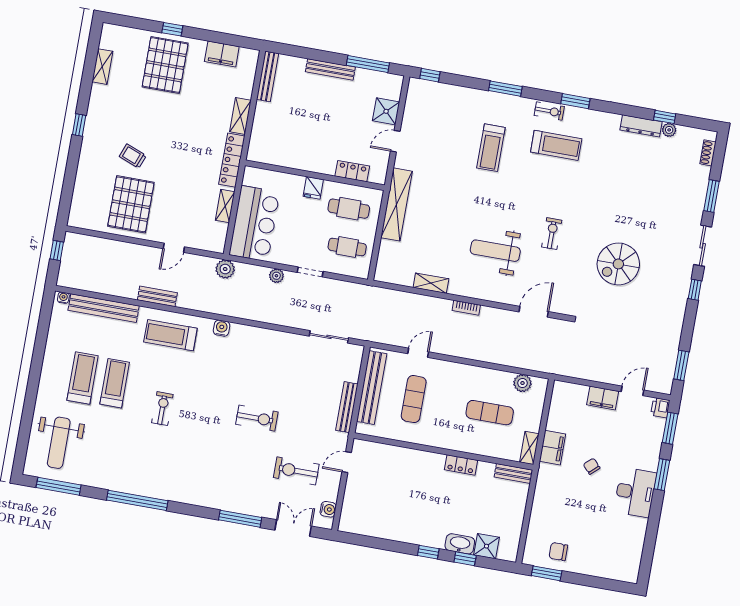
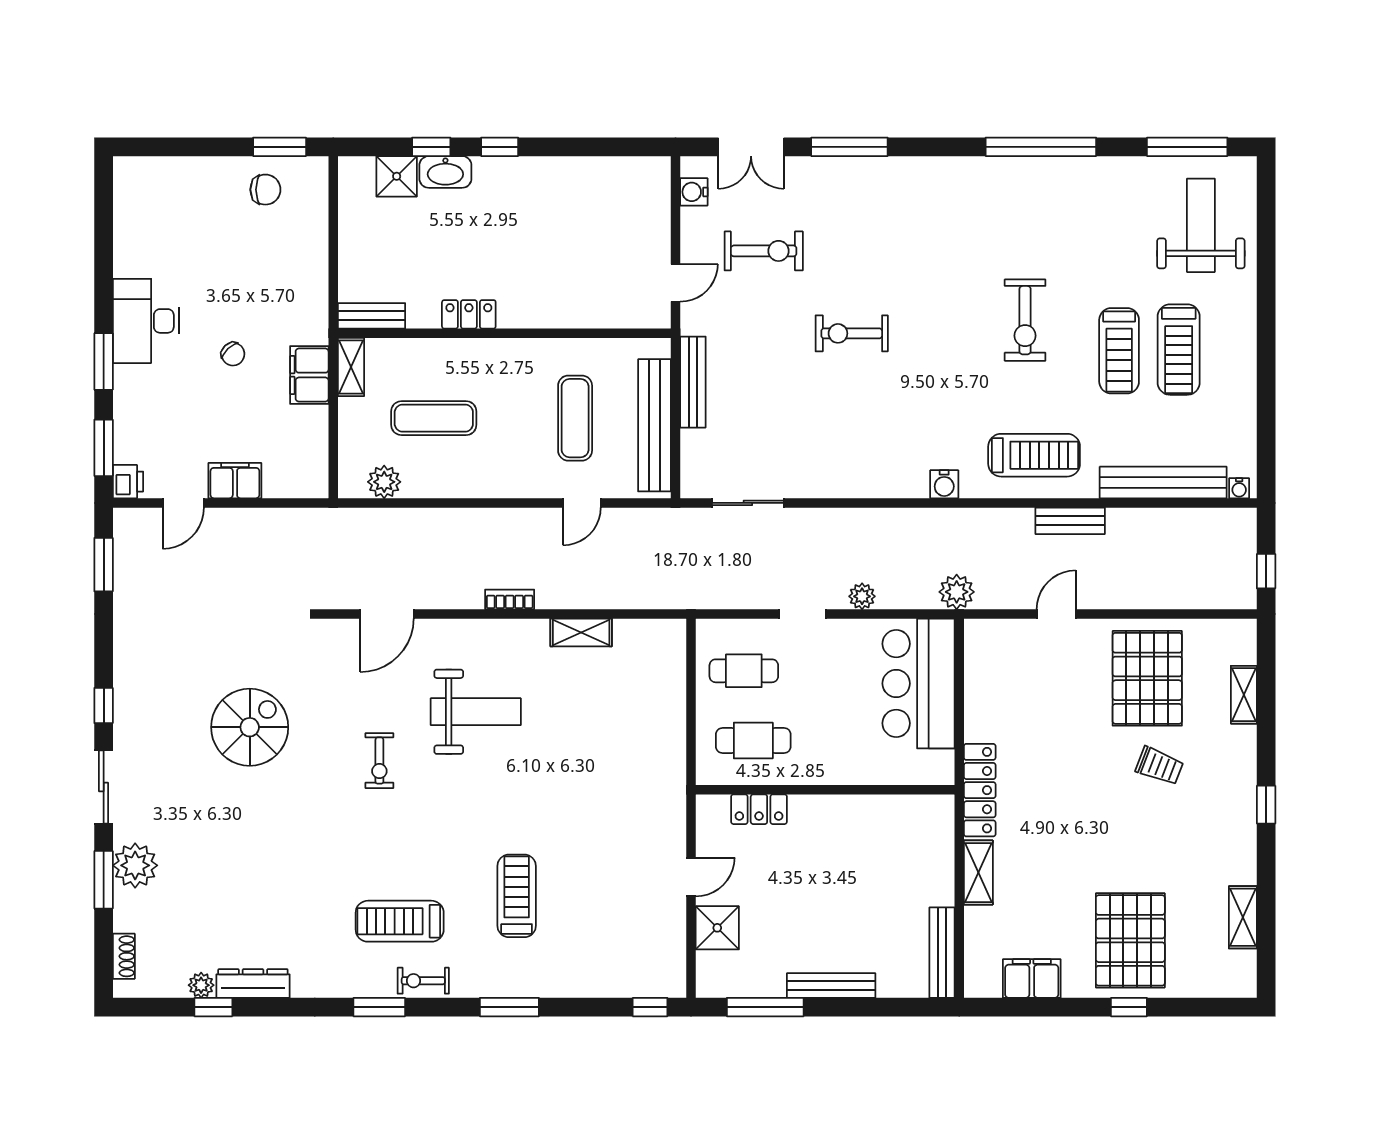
fridge: (313, 188) -> (824, 766), removed
plant: (693, 201) -> (135, 865), added
shelving: (396, 204) -> (669, 763), removed
shelving: (225, 206) -> (1244, 695), moved
exercise bike: (162, 409) -> (1025, 320), width x1.38, depth x1.39

